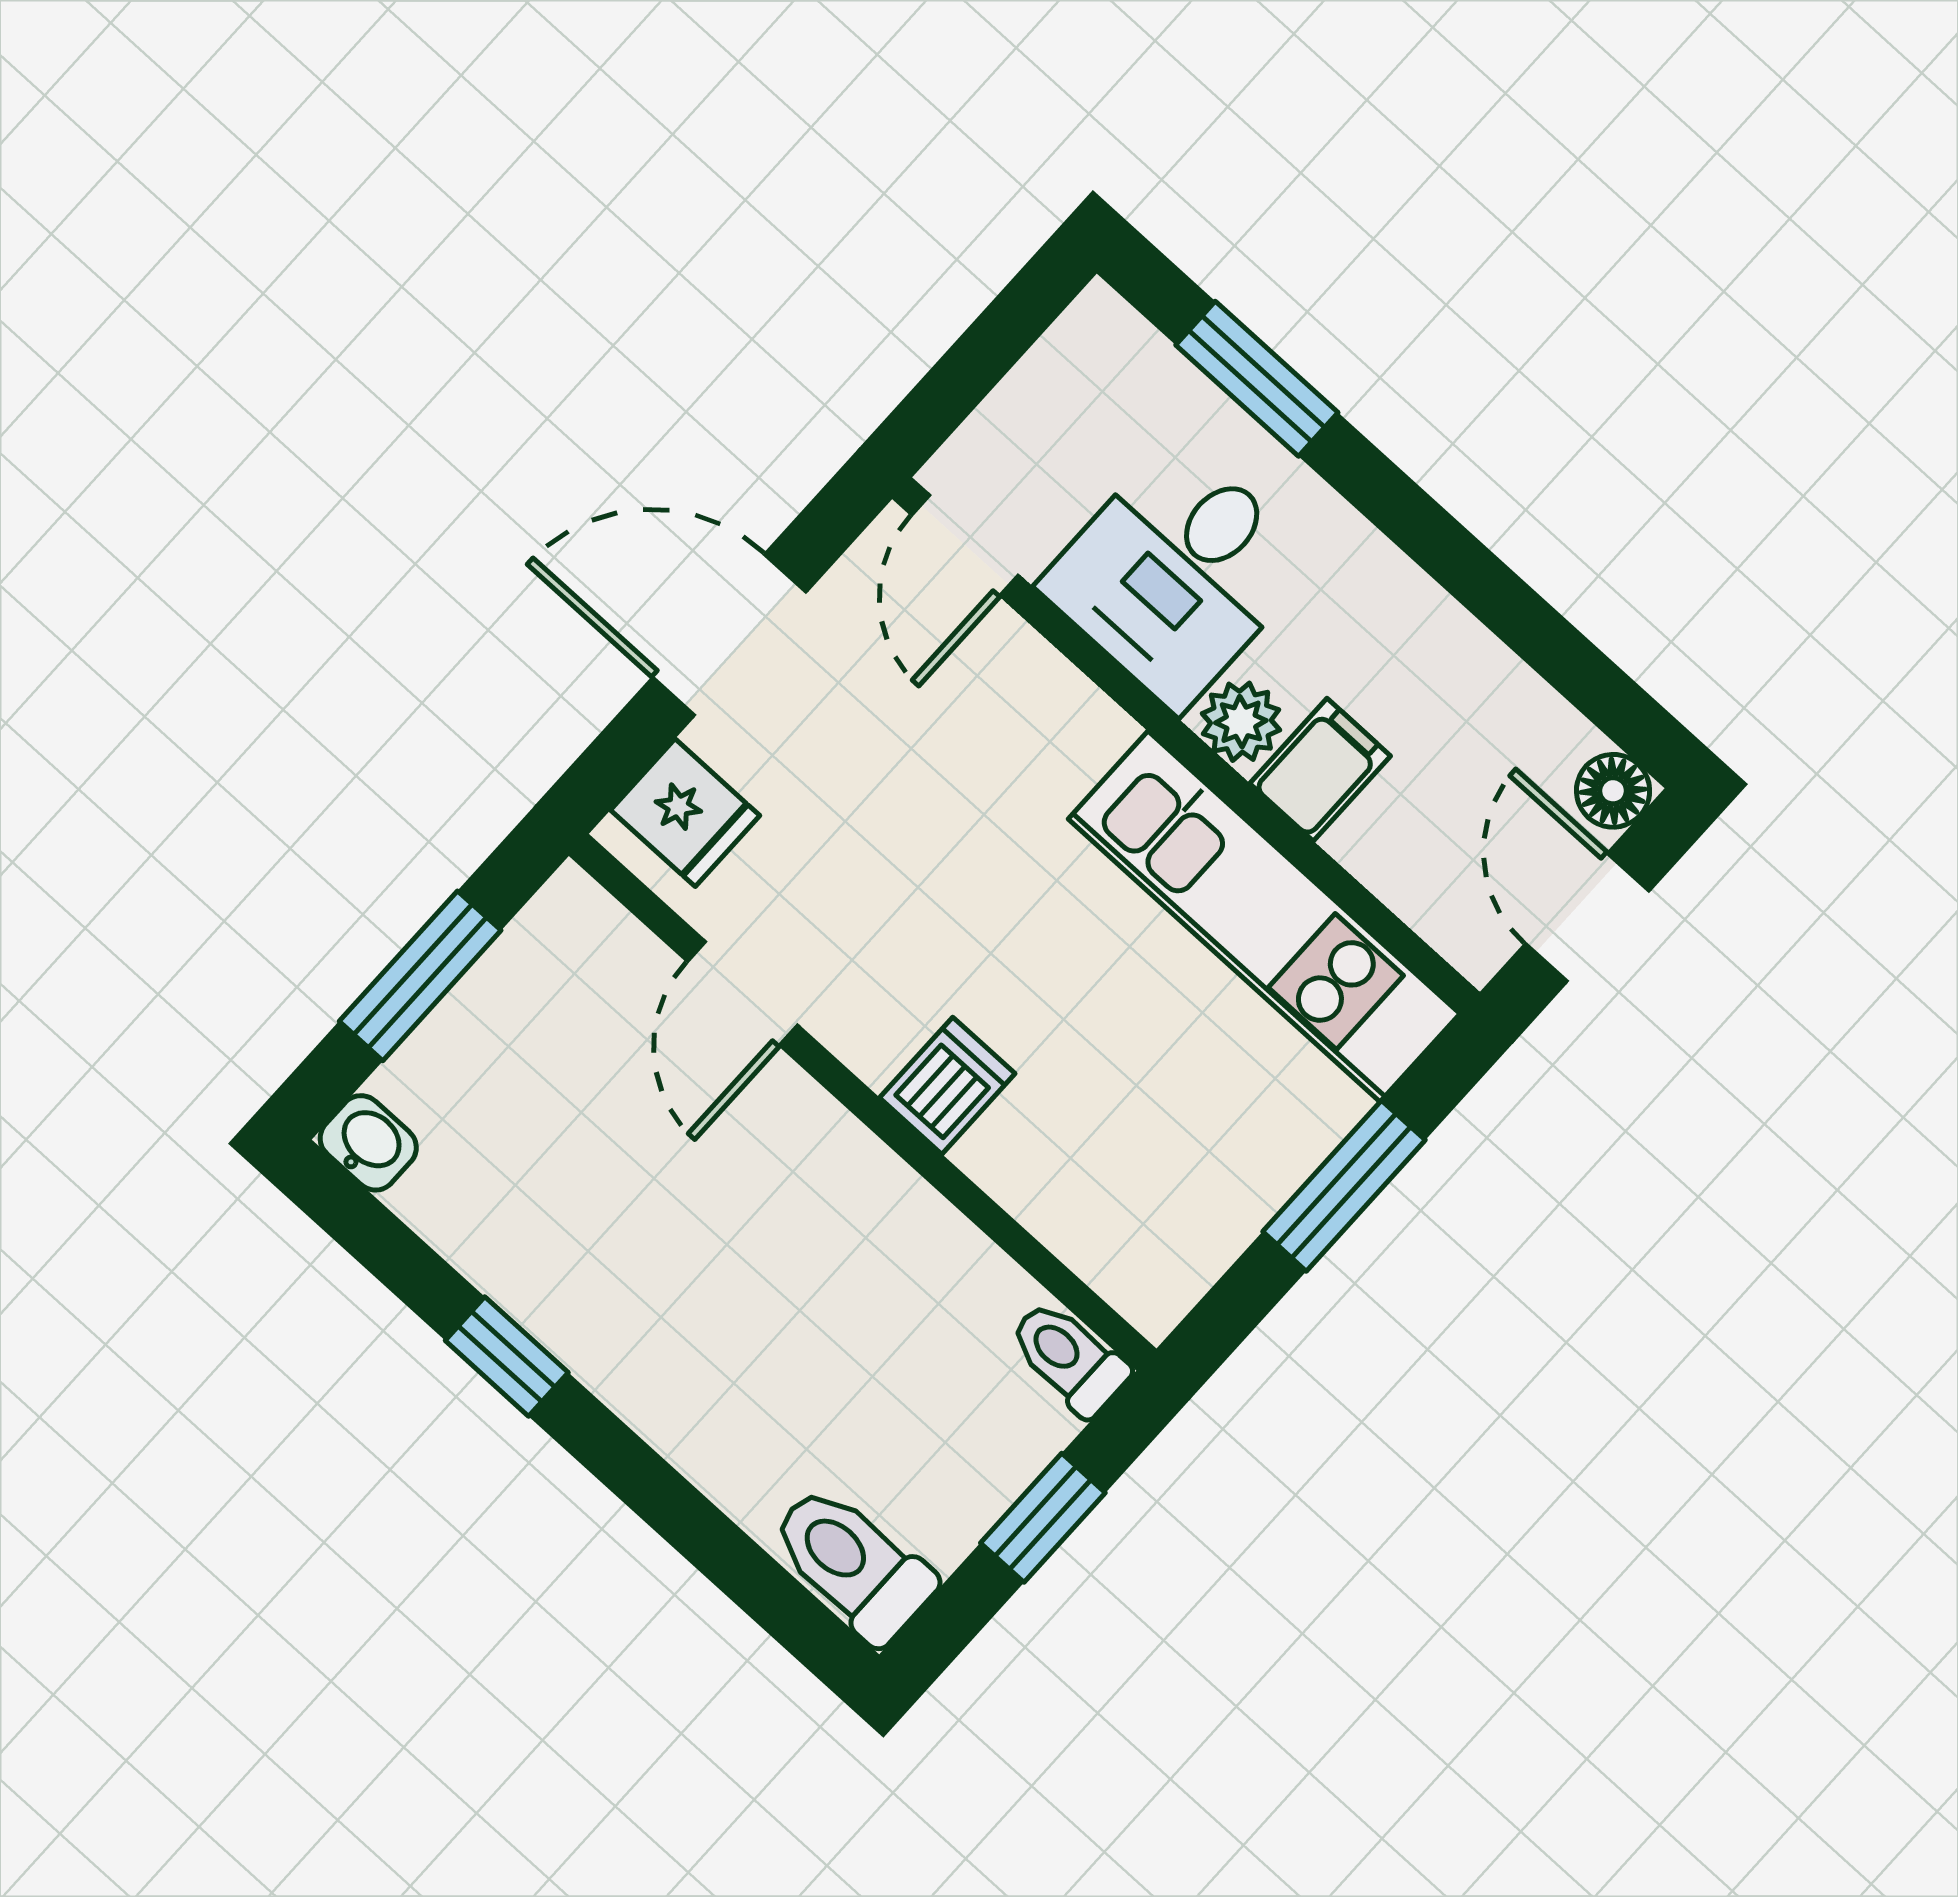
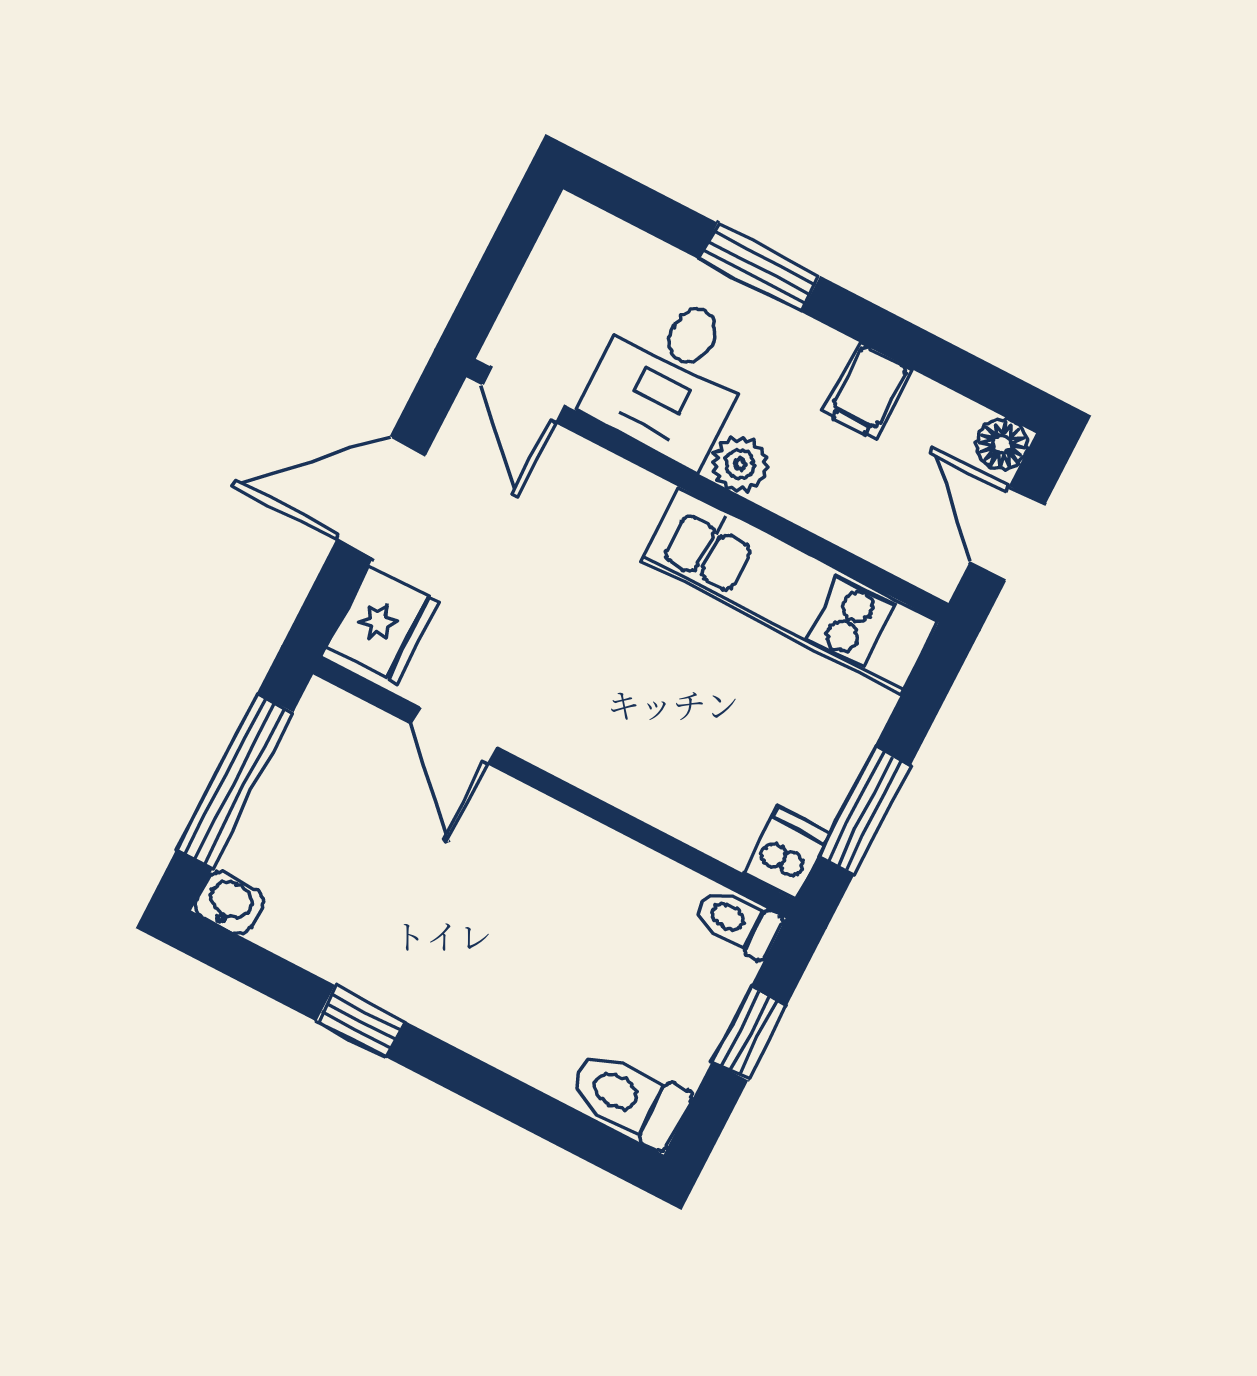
window: (1257, 379) -> (760, 268), moved
filing cabinet: (1320, 770) -> (867, 391), moved, turned 180
fridge: (685, 813) -> (383, 625), width x1.38
window: (420, 976) -> (235, 781), width x1.44
dishwasher: (947, 1086) -> (786, 853), moved
window: (1344, 1186) -> (864, 811), moved

